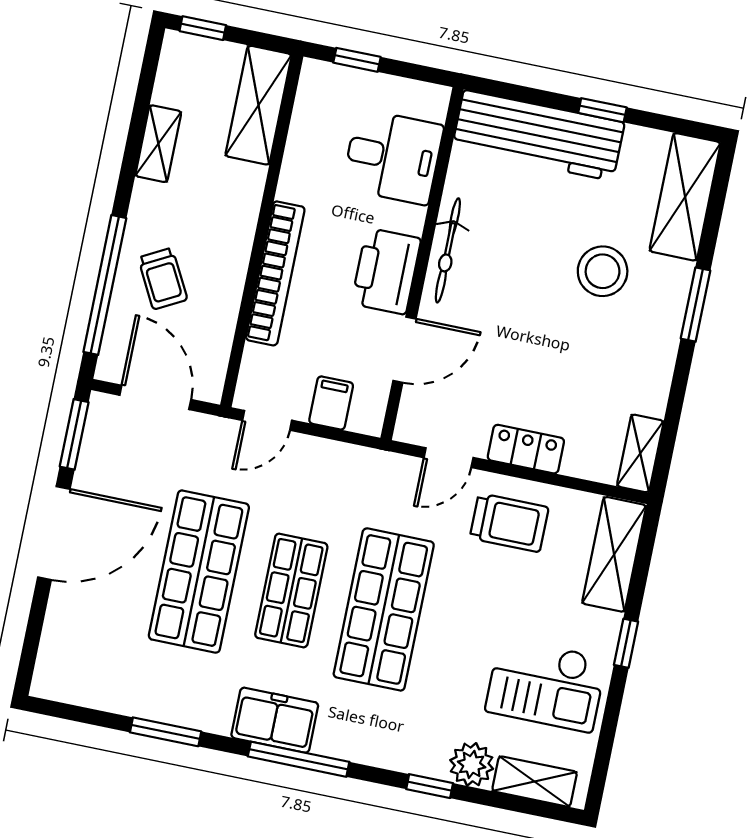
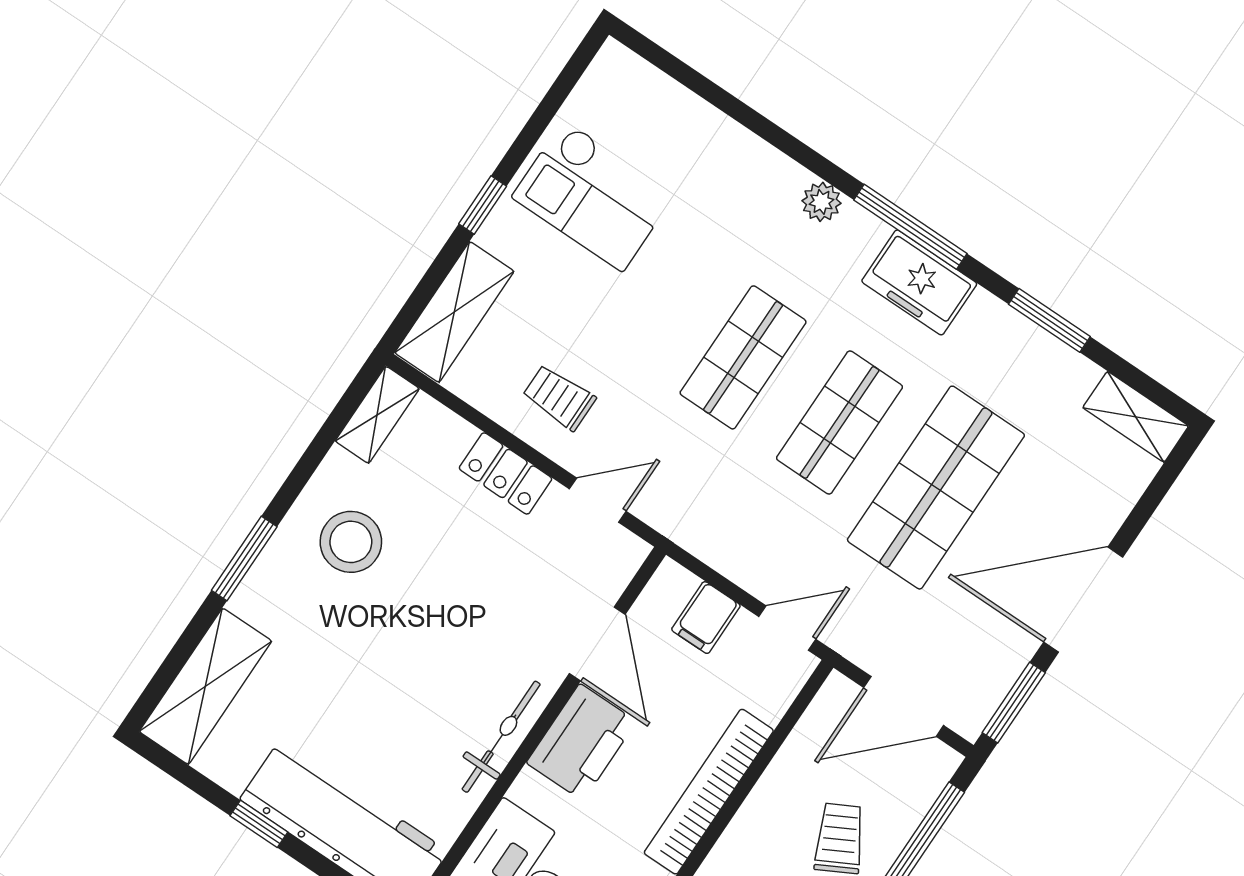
stool: (603, 271) -> (351, 542), moved
door: (404, 350) -> (597, 644), swing flipped
door: (155, 397) -> (904, 707), hinge flipped
trolley: (509, 523) -> (559, 397), width x0.73, depth x0.72
shop shelf: (384, 609) -> (743, 357), width x0.70, depth x0.74
checkout: (546, 685) -> (593, 196), turned 180
plant: (472, 764) -> (821, 202), moved, width x0.73, depth x0.73
shelving: (535, 781) -> (1136, 417), moved
window: (430, 786) -> (774, 134), removed

